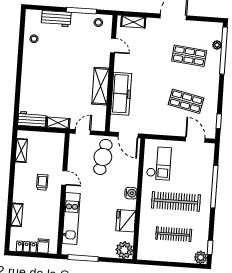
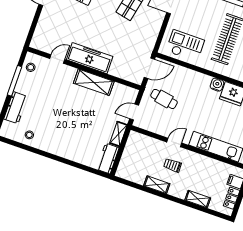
shelving: (133, 22) -> (40, 33), removed
freezer: (121, 94) -> (90, 58), moved
door: (83, 132) -> (134, 112), hinge flipped
shelving: (21, 150) -> (157, 185), moved
cafe table: (103, 157) -> (164, 99), width x0.73, depth x0.74
water cooler: (131, 193) -> (217, 85), moved

